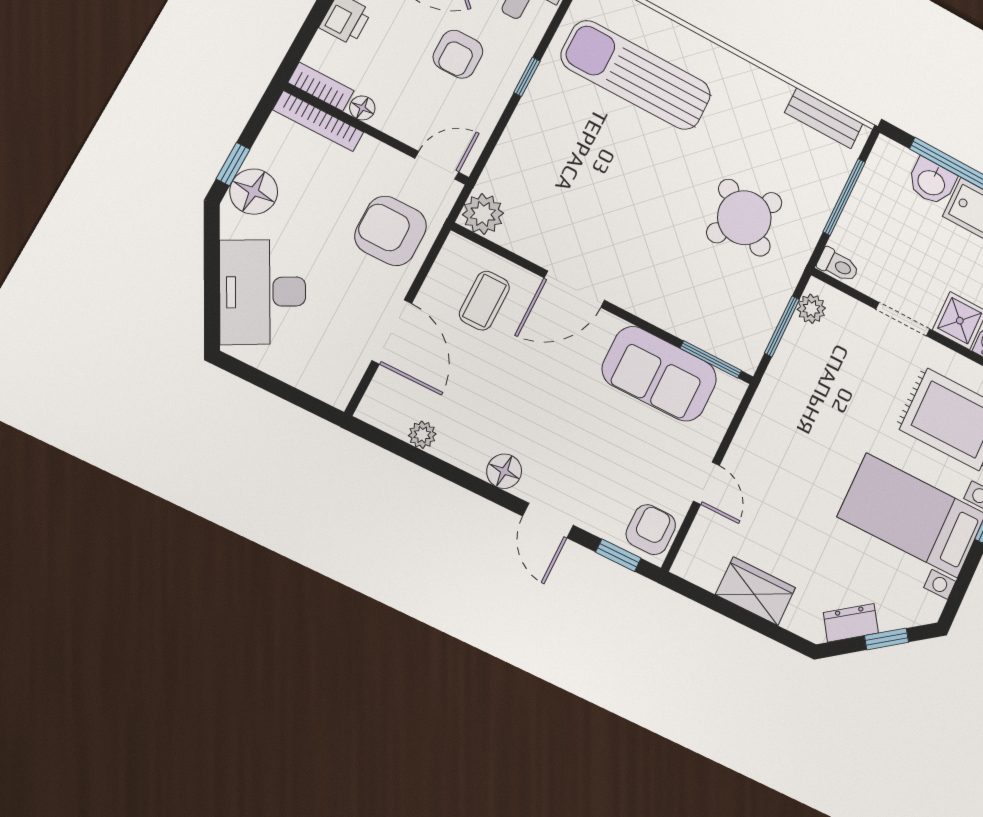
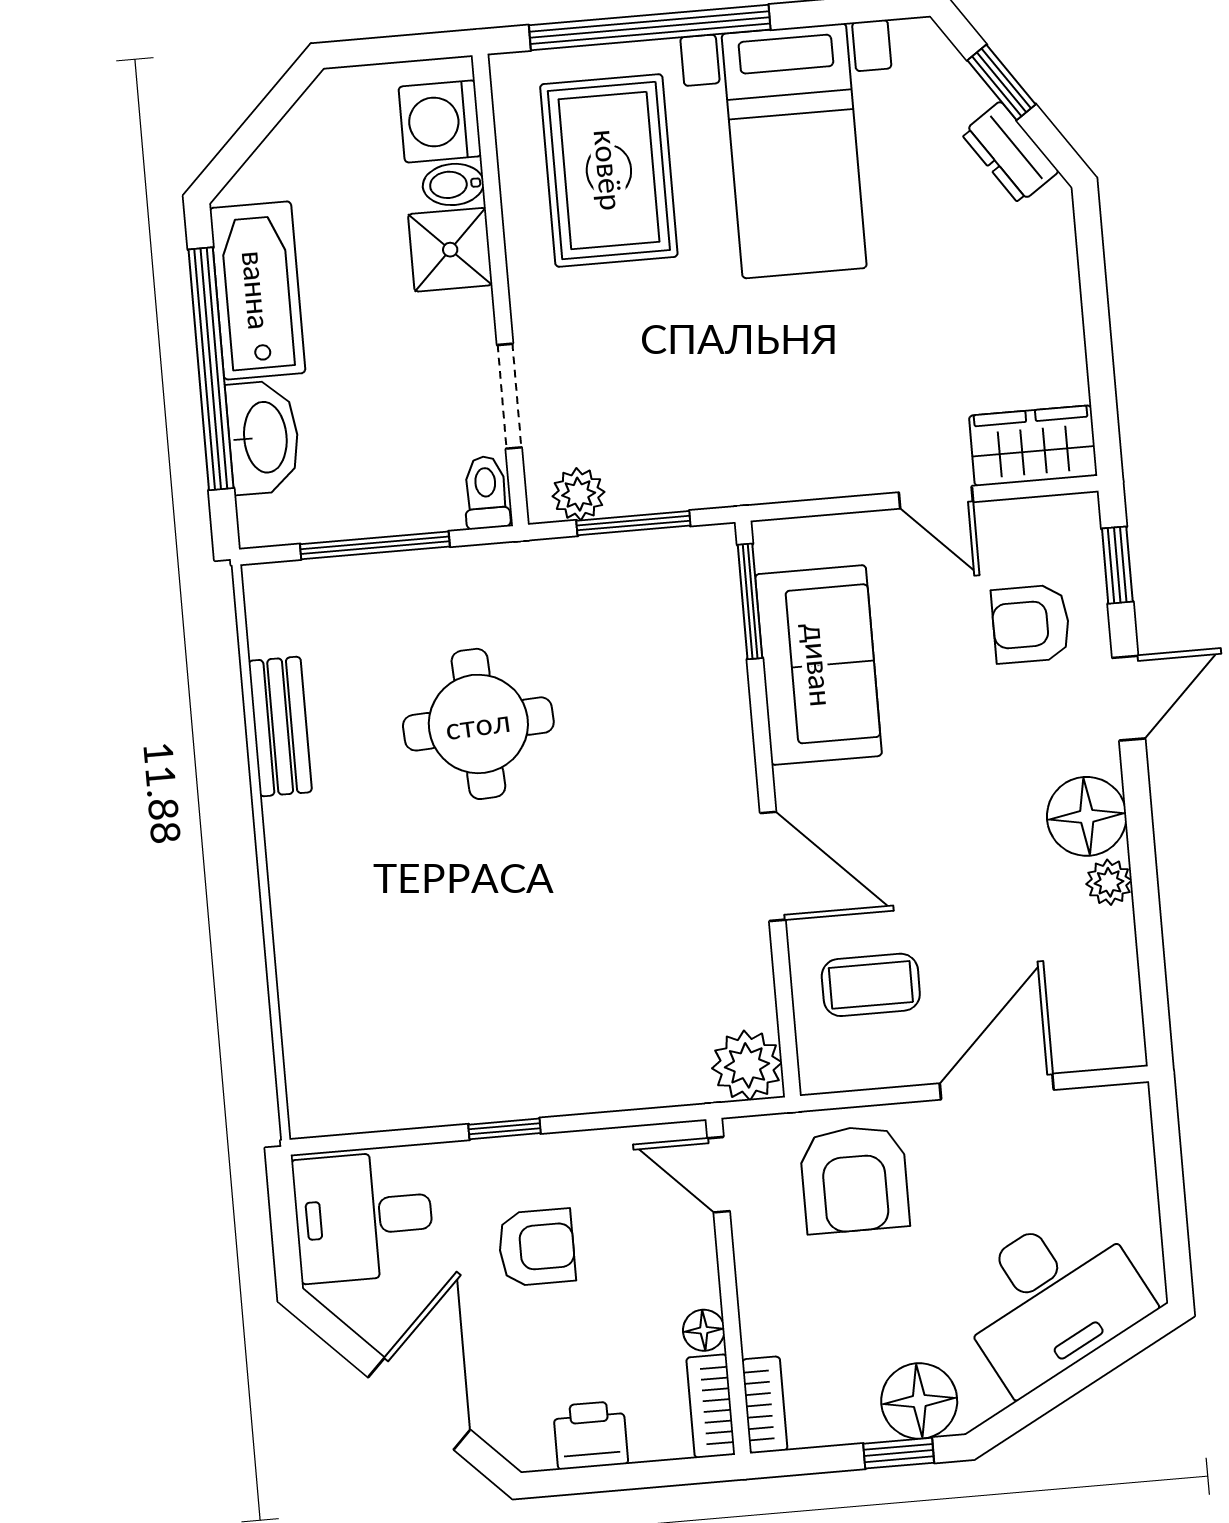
sun lounger: (636, 75) -> (396, 973), removed
bench: (824, 118) -> (280, 726), moved
bookcase: (318, 121) -> (765, 1405), width x0.64
washbasin: (932, 182) -> (263, 437), width x1.38
round table: (744, 218) -> (478, 724), moved, turned -37
doorway: (903, 319) -> (509, 396), moved
plant: (422, 435) -> (1109, 882), moved
floor lamp: (504, 471) -> (1087, 816), width x1.38, depth x1.38
door: (706, 483) -> (936, 497), swing flipped
armchair: (651, 530) -> (1031, 624), moved
wardrobe: (756, 591) -> (1033, 446), moved, turned 90

